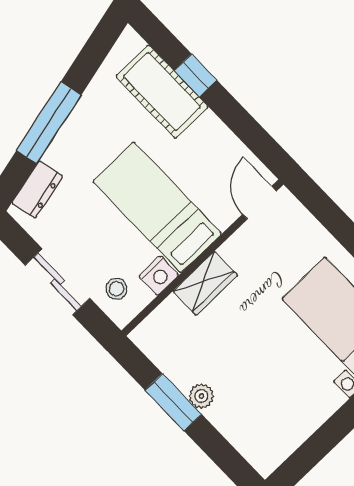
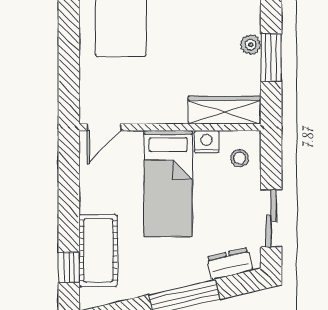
window: (195, 75) -> (69, 267), moved
sliding door: (57, 282) -> (271, 218), moved
wardrobe: (205, 283) -> (225, 110), moved, width x1.50

